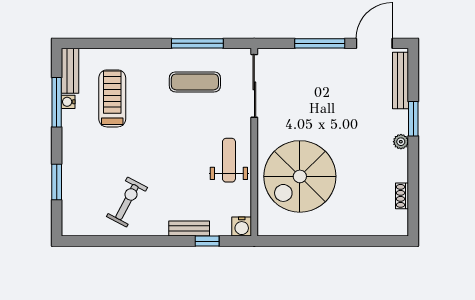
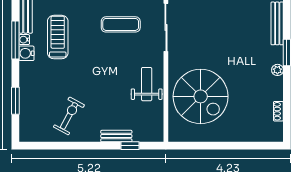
spiral stairs: (300, 176) -> (201, 96), turned -90
water cooler: (242, 227) -> (26, 53), moved, turned 90

